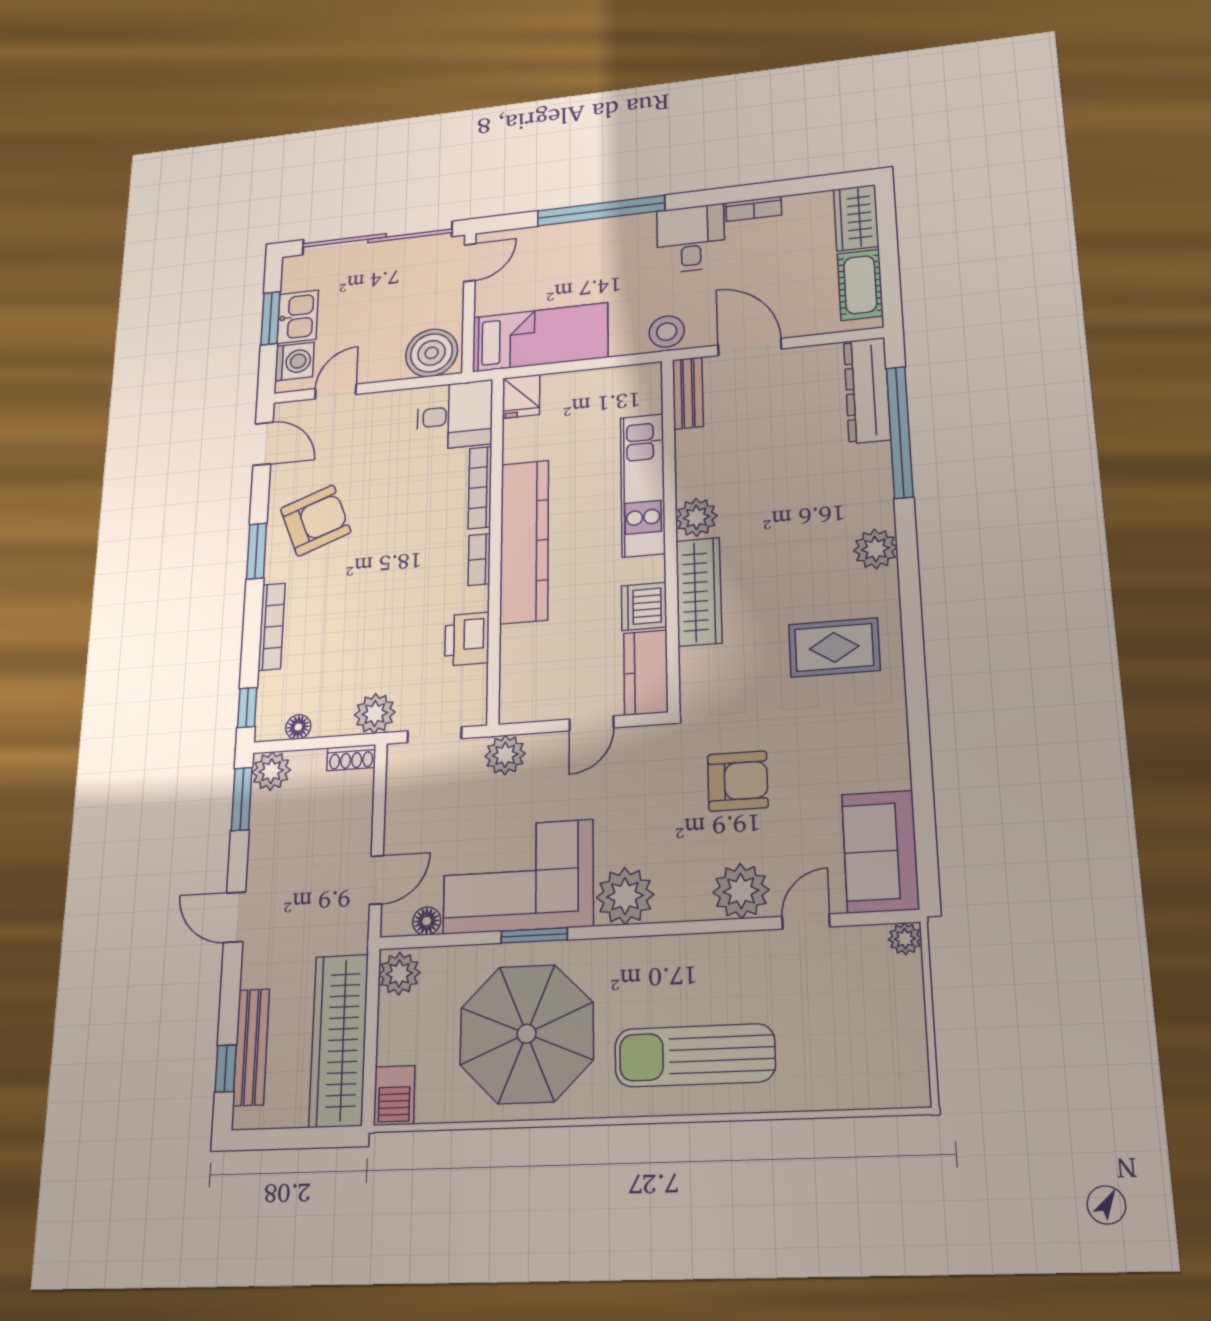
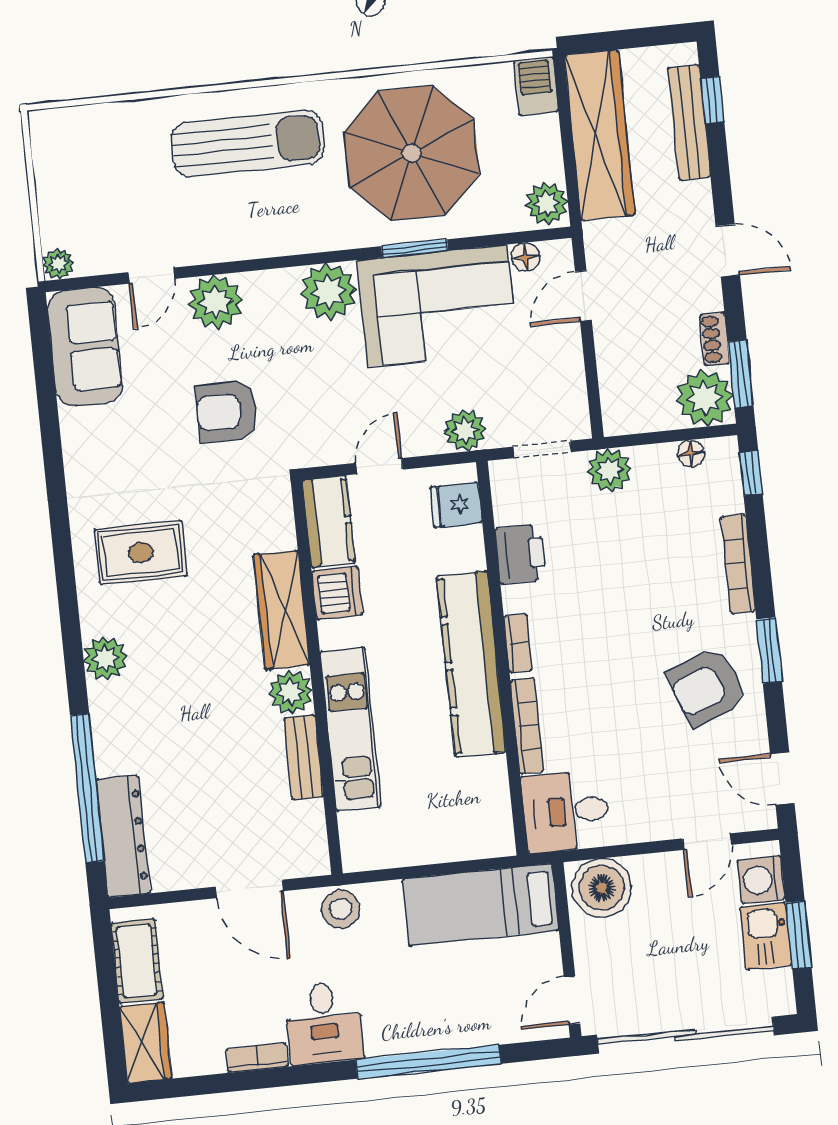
bench: (688, 393) -> (303, 757), moved
fridge: (521, 396) -> (456, 505), moved, turned -90
shoe rack: (351, 758) -> (715, 339), moved, turned -90
plant: (271, 771) -> (705, 398), width x1.36, depth x1.36

